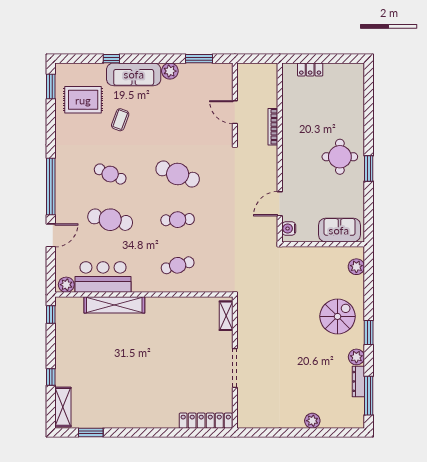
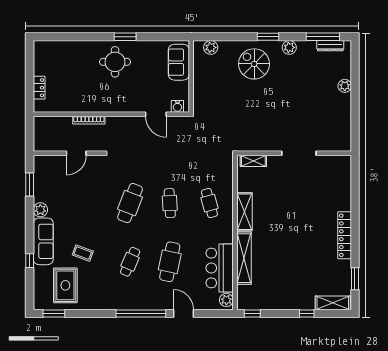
shelving: (168, 305) -> (244, 212), added
dresser: (358, 381) -> (330, 46), moved
locker: (206, 421) -> (345, 235), moved

